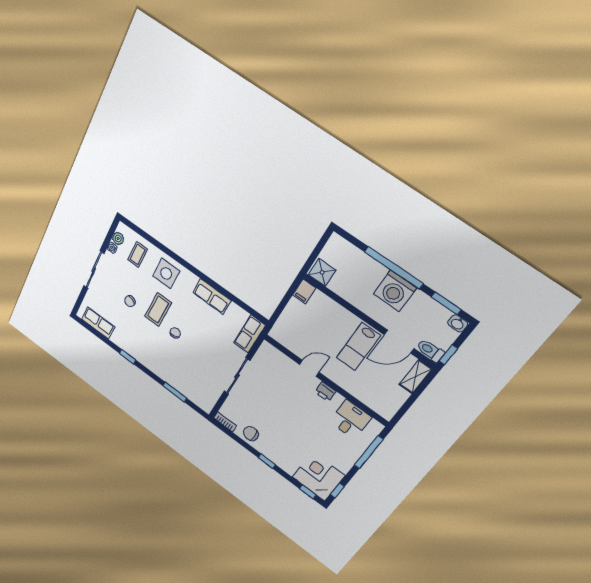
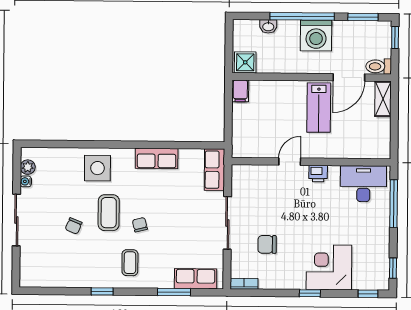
coffee table: (138, 254) -> (130, 263), moved
row of seats: (98, 323) -> (196, 279), moved
washbasin: (458, 323) -> (268, 26), moved
window: (448, 355) -> (395, 38), moved
desk: (350, 420) -> (363, 184), width x1.37
chair: (251, 434) -> (267, 244), moved
corner desk: (318, 476) -> (329, 267), moved

